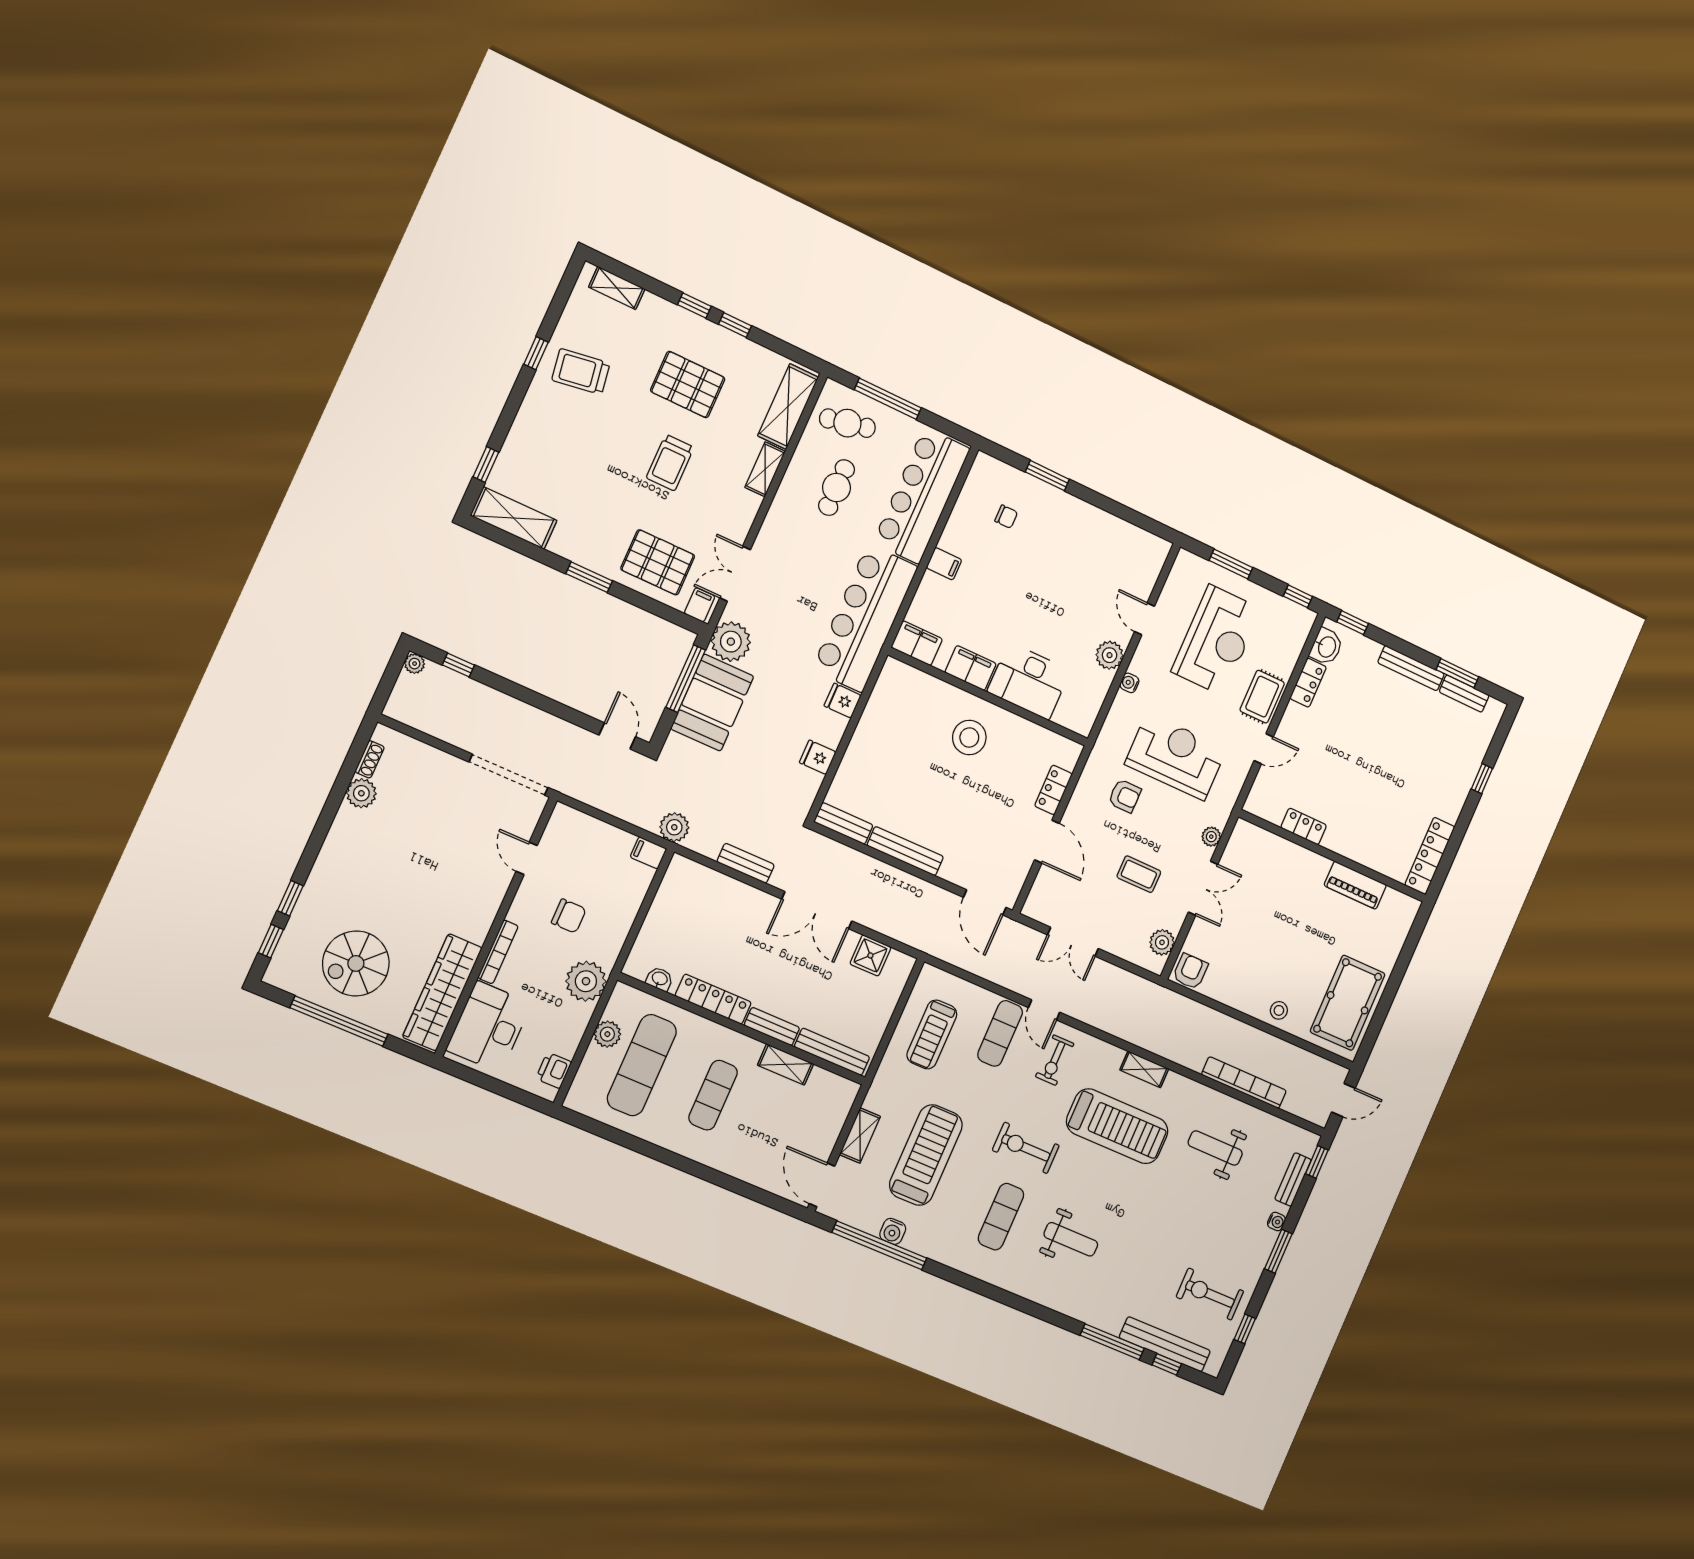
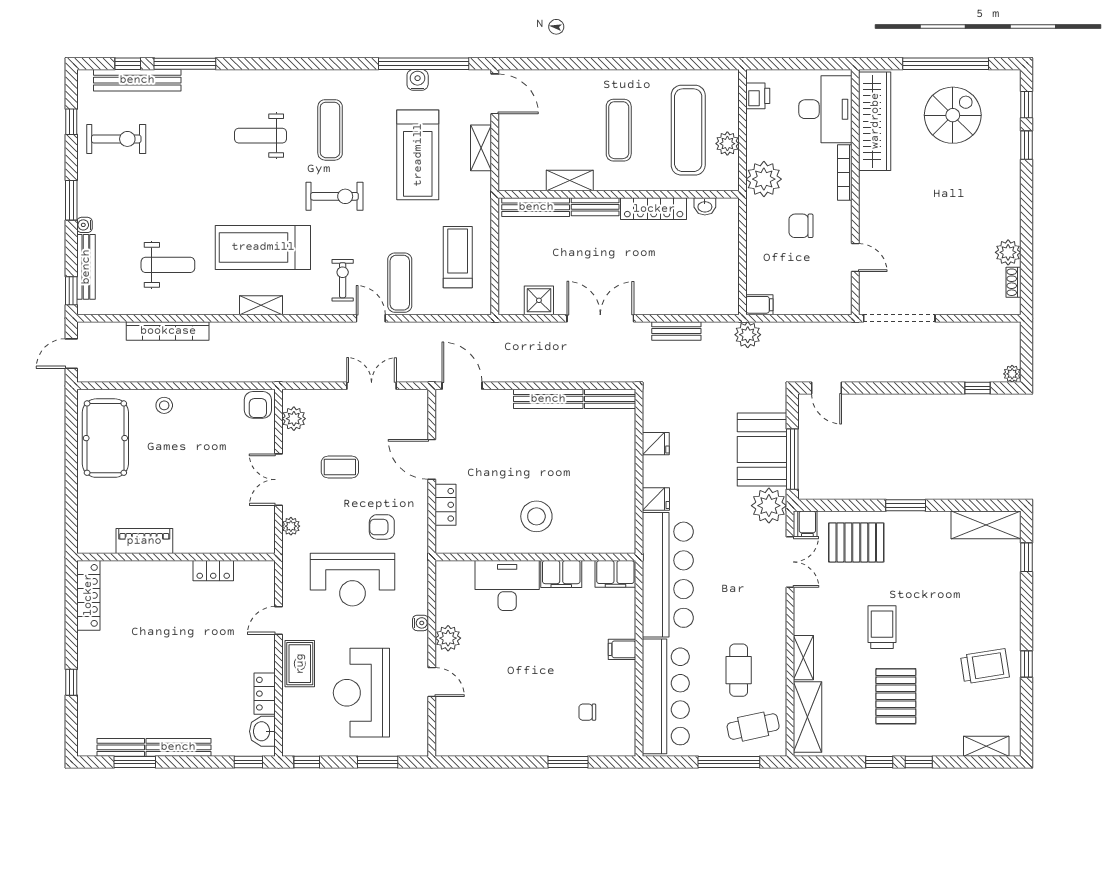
pallet: (688, 385) -> (896, 696), turned 90
bench: (1293, 1179) -> (86, 267), width x1.36

